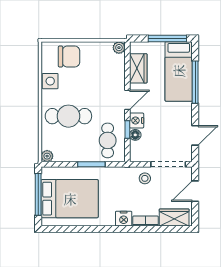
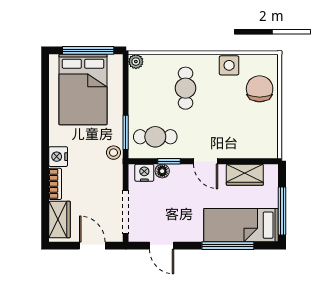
plant: (119, 48) -> (271, 151), removed
chair: (69, 57) -> (260, 89), turned 180
cafe table: (68, 116) -> (186, 88), width x0.73, depth x0.74
nightstand: (137, 120) -> (144, 173), moved
window: (91, 164) -> (126, 132), moved
stool: (145, 178) -> (113, 153), moved

